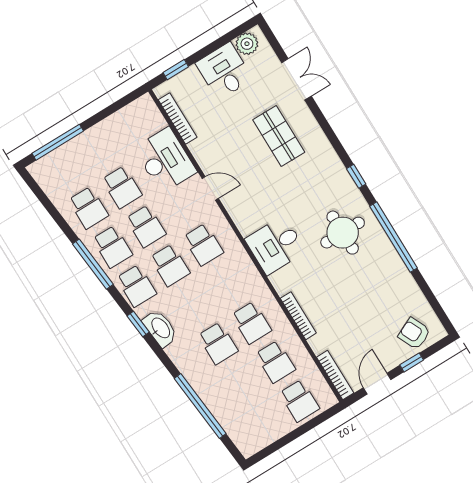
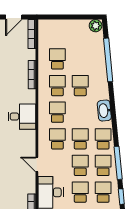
window: (138, 324) -> (121, 197), moved
school desk: (299, 401) -> (57, 112), moved
plant: (249, 445) -> (96, 26), added

